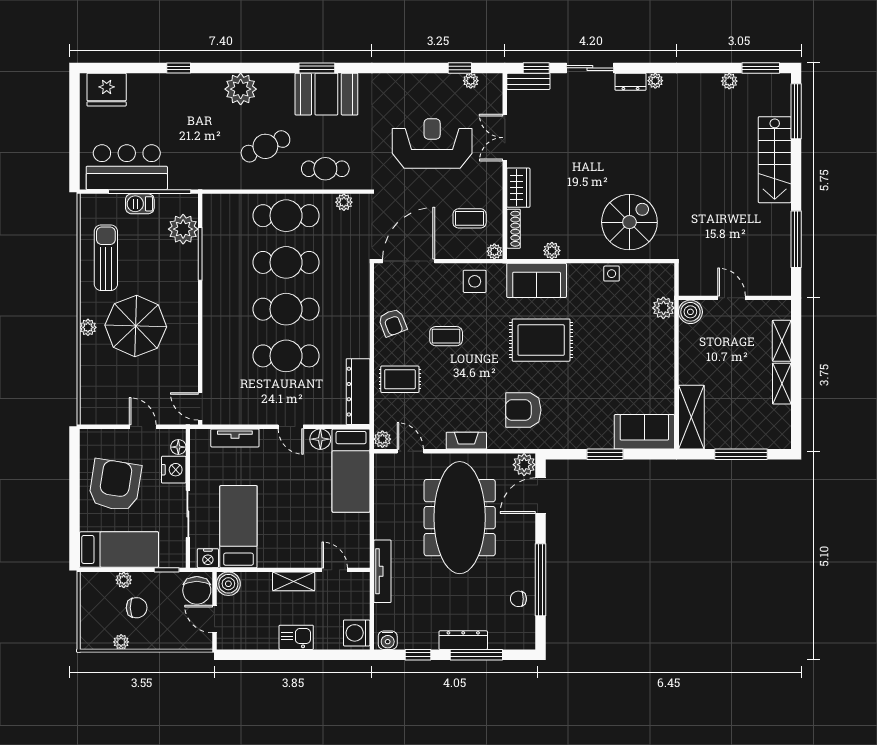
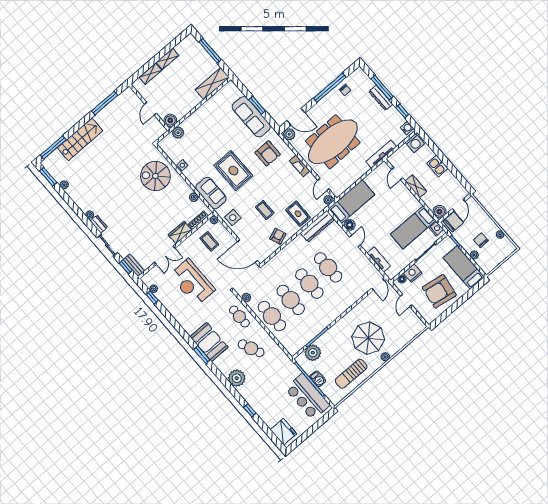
sofa: (644, 432) -> (251, 117), moved, width x1.36

